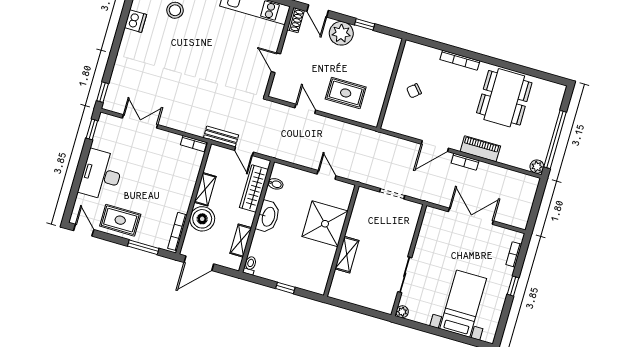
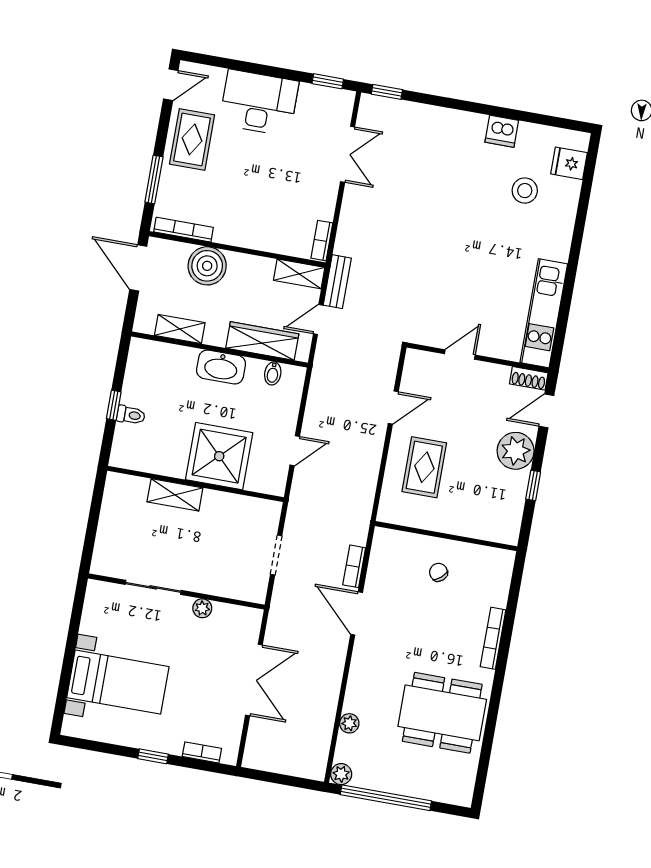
piano: (480, 149) -> (360, 684), removed
plant: (505, 158) -> (349, 723), added
bookcase: (465, 162) -> (354, 566), moved
shelving: (205, 189) -> (299, 274), moved
toilet: (250, 265) -> (131, 415), moved
plant: (402, 312) -> (202, 608), moved

